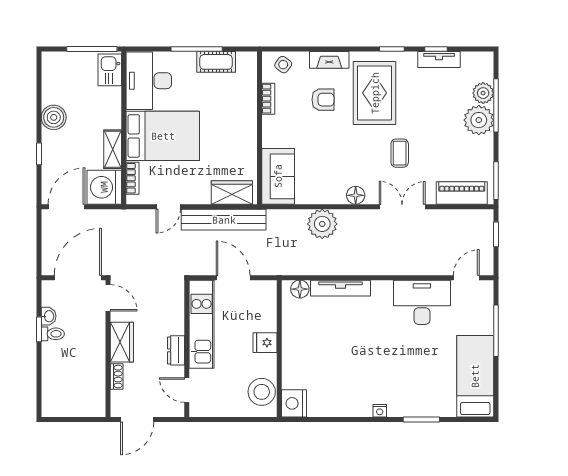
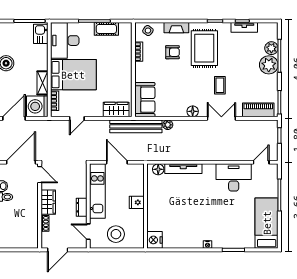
bench: (224, 220) -> (136, 126), moved
plant: (322, 224) -> (168, 125), width x0.53, depth x0.53
stool: (262, 392) -> (116, 234), moved

